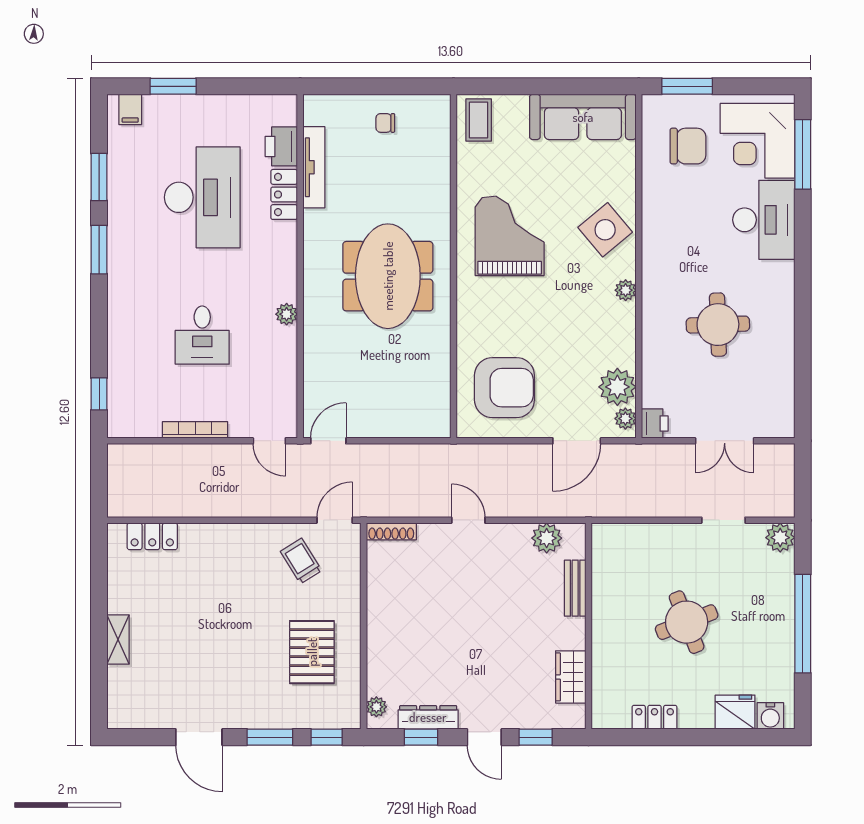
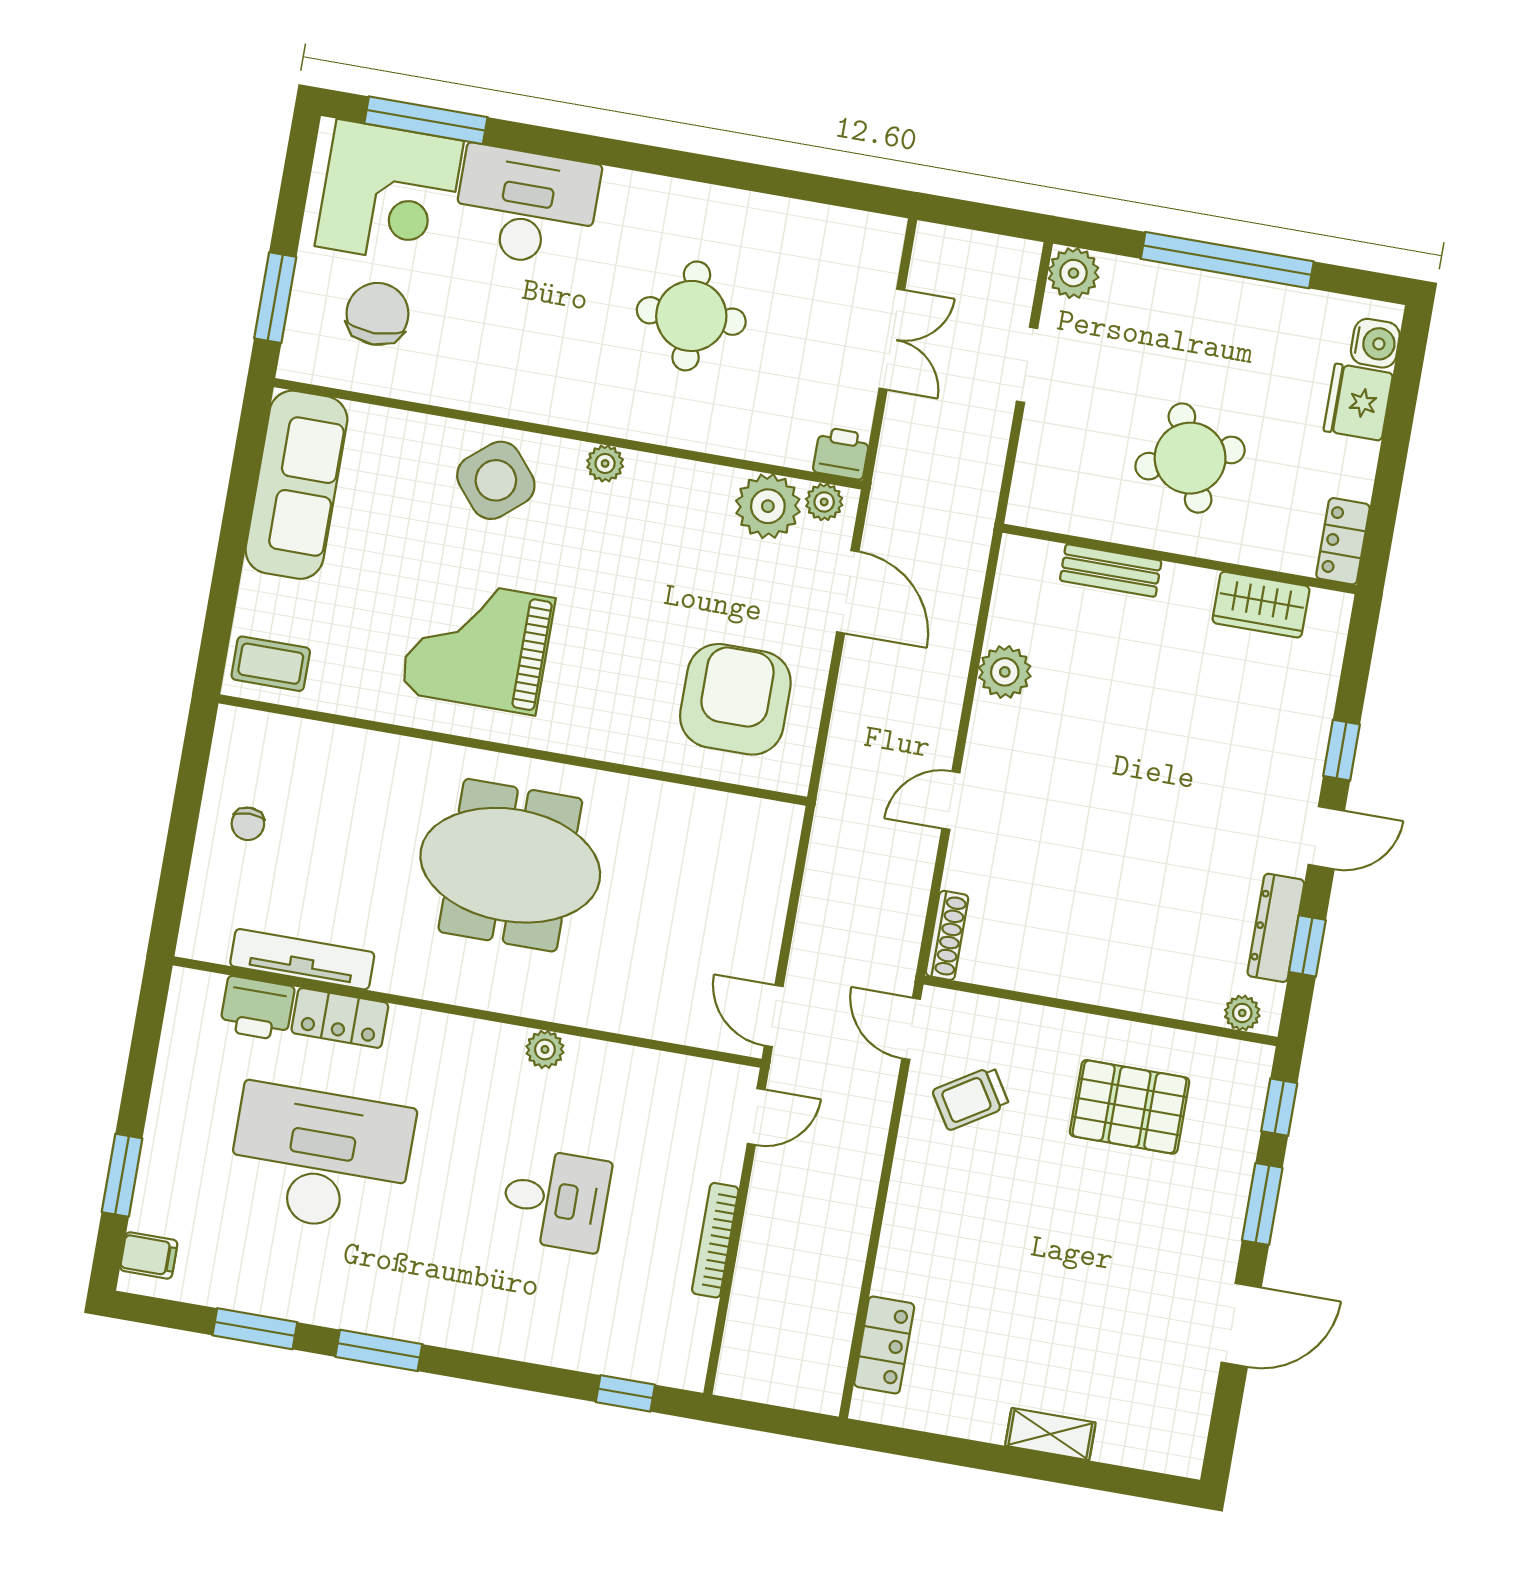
bench: (575, 588) -> (1111, 571), moved
wall: (588, 626) -> (1179, 559), moved
wardrobe: (571, 677) -> (1261, 605), moved

